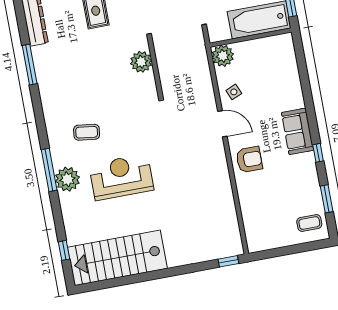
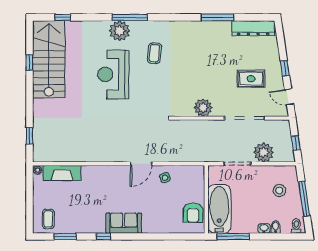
plant: (223, 56) -> (37, 170), moved, width x0.53, depth x0.53
armchair: (249, 160) -> (193, 213), moved
reception desk: (121, 177) -> (113, 74), turned 180
fireplace: (251, 217) -> (62, 173), added
window: (228, 261) -> (29, 136), moved
window: (125, 280) -> (29, 62), added

